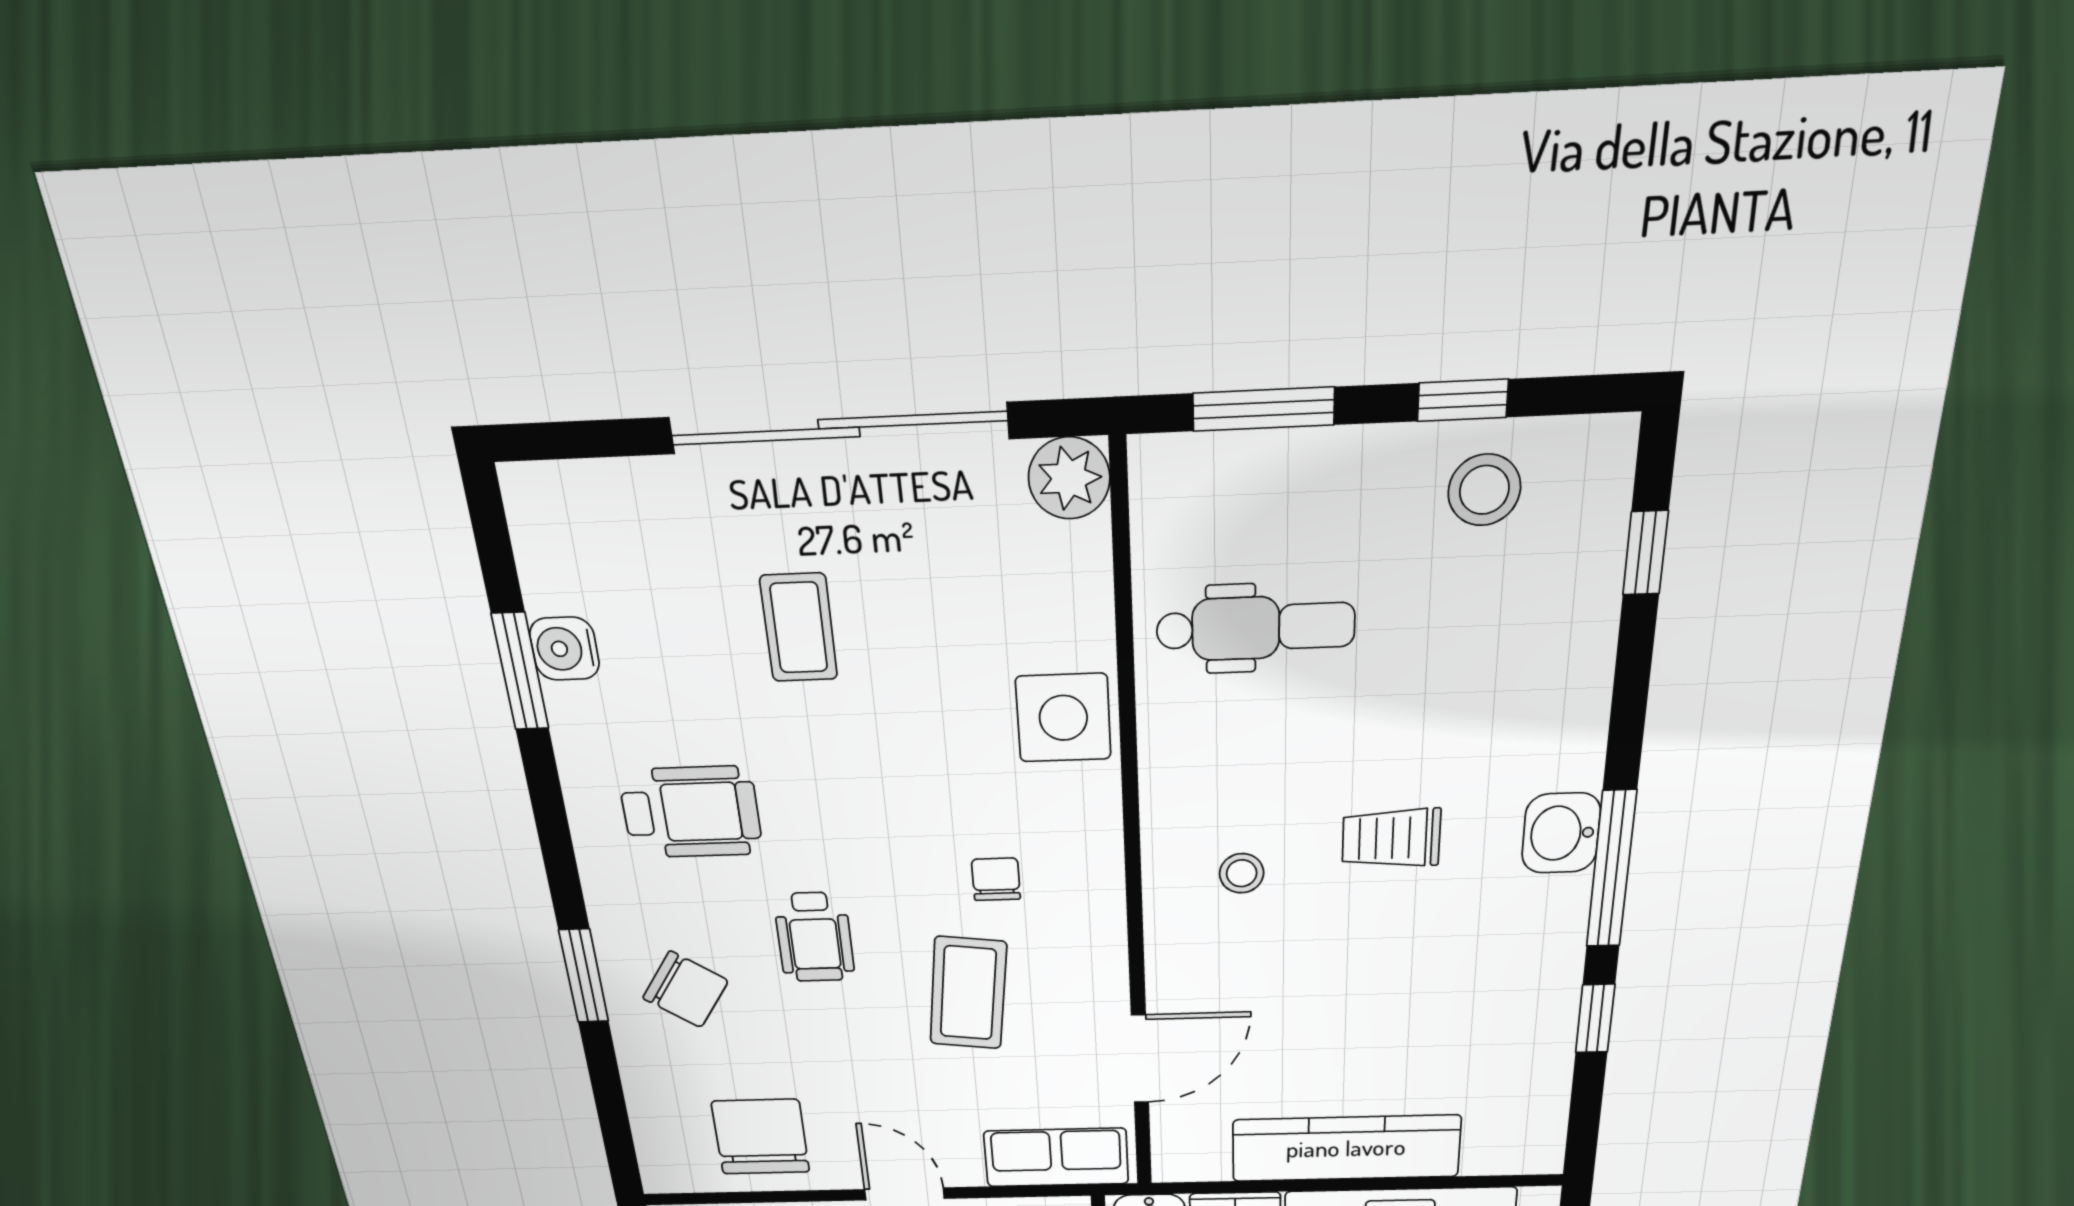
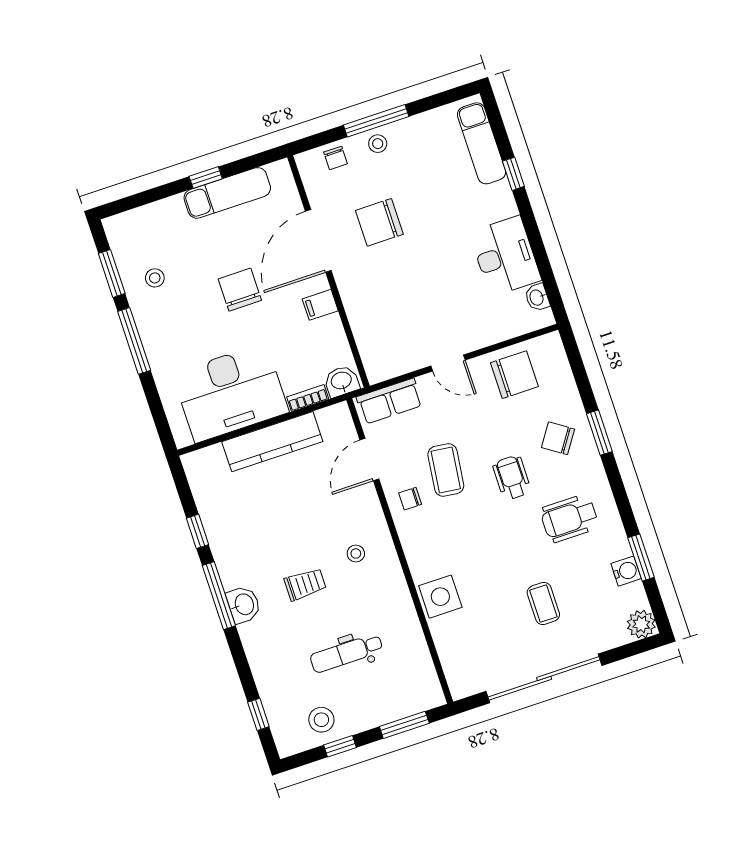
plant: (1069, 478) -> (641, 624), moved
dental chair: (1255, 628) -> (346, 653), moved
chair: (996, 879) -> (410, 499), moved, turned 90
chair: (761, 1137) -> (514, 375), turned -90

